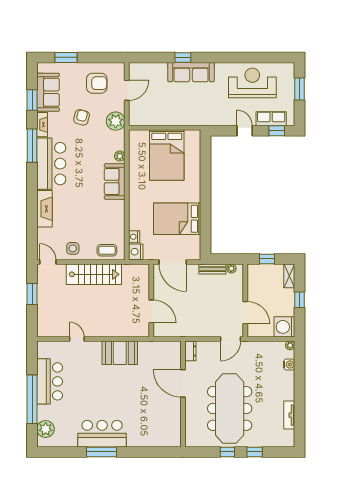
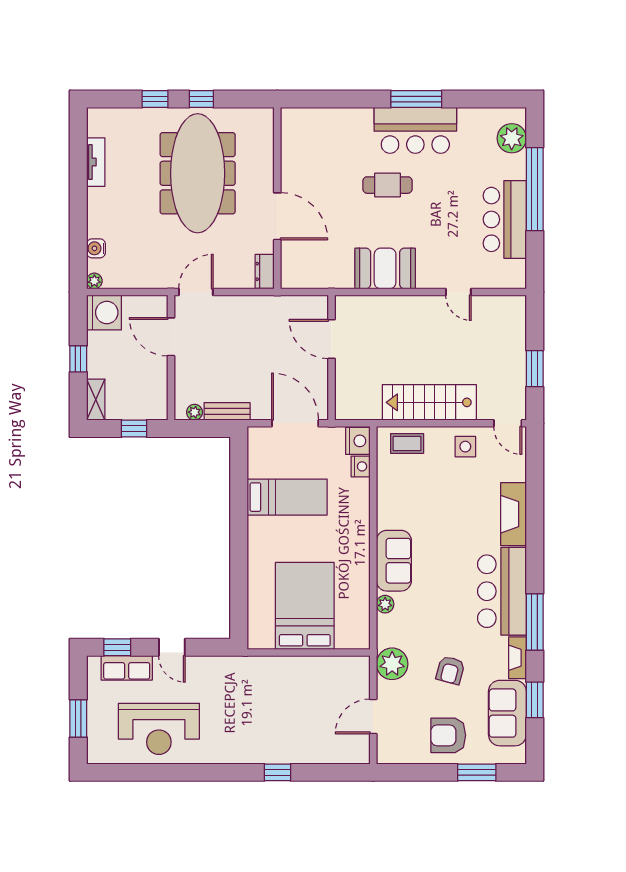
sofa: (191, 72) -> (263, 747), removed
armchair: (97, 83) -> (448, 735), moved
bed: (177, 219) -> (287, 497), width x0.67
cafe table: (118, 402) -> (387, 185), added

